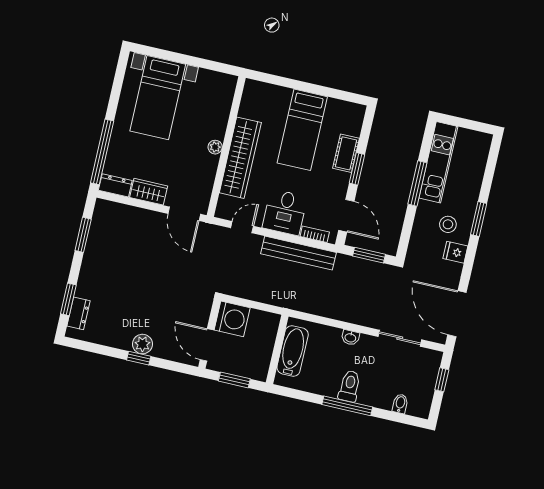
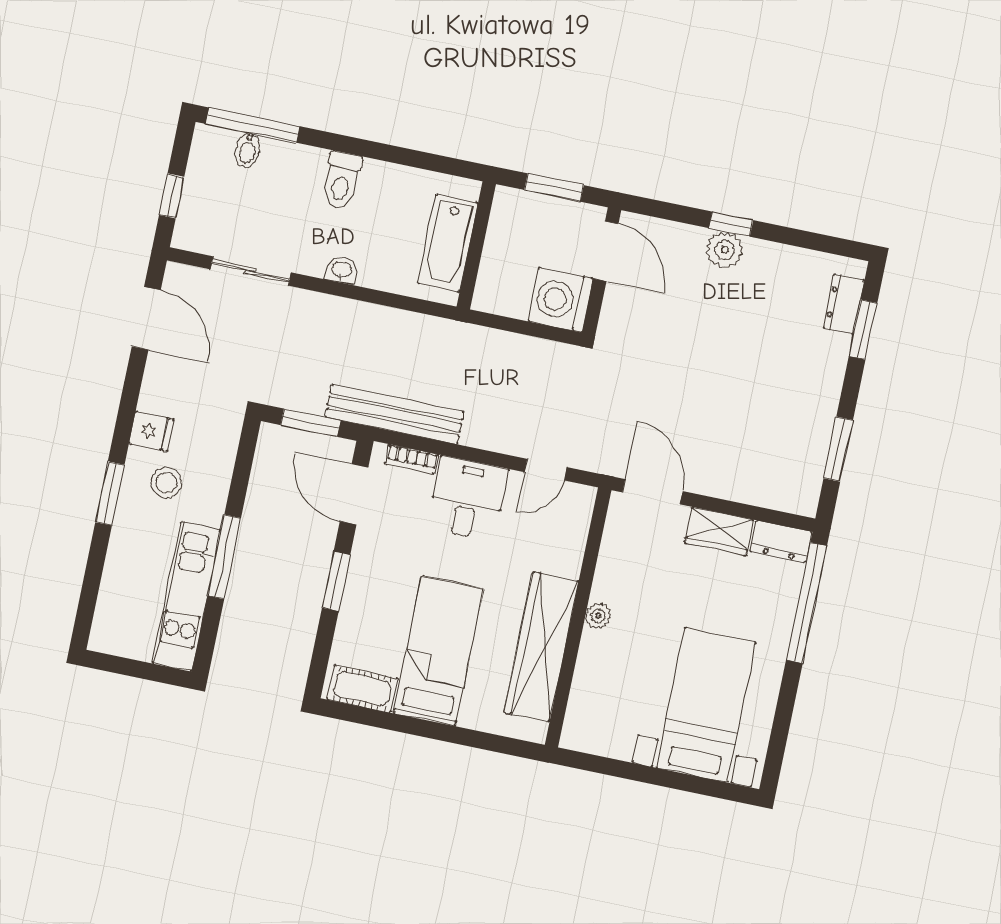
cot: (346, 153) -> (362, 689), moved, turned 90
wardrobe: (240, 158) -> (541, 647), moved
bench: (298, 253) -> (394, 414), moved
door: (457, 314) -> (146, 318), width x0.73
window: (347, 406) -> (253, 125), moved

